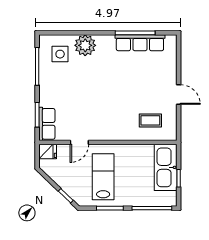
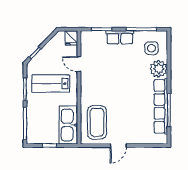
row of seats: (140, 43) -> (161, 106), width x1.36
coffee table: (150, 120) -> (97, 122), width x1.86, depth x1.72
row of seats: (47, 124) -> (120, 37), moved
kitchen sink: (166, 167) -> (68, 125), moved, turned -90
lab bench: (103, 177) -> (51, 84), turned 180

